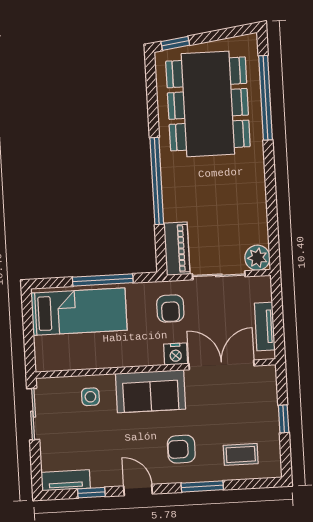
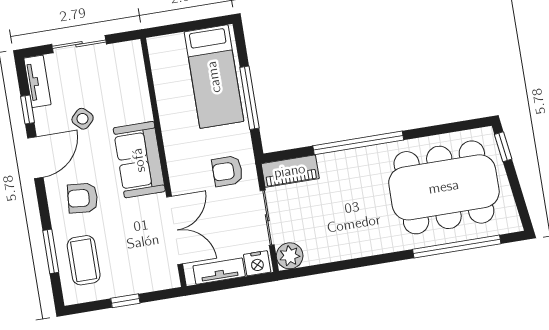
nightstand: (176, 354) -> (257, 263), moved, turned -90
side table: (90, 397) -> (83, 119), moved, turned 45
sliding door: (33, 414) -> (79, 44), moved
armchair: (181, 449) -> (83, 198), turned -85
coffee table: (241, 454) -> (84, 260), width x1.36, depth x1.30
window: (202, 486) -> (51, 251), moved
door: (138, 490) -> (35, 158), width x1.38

